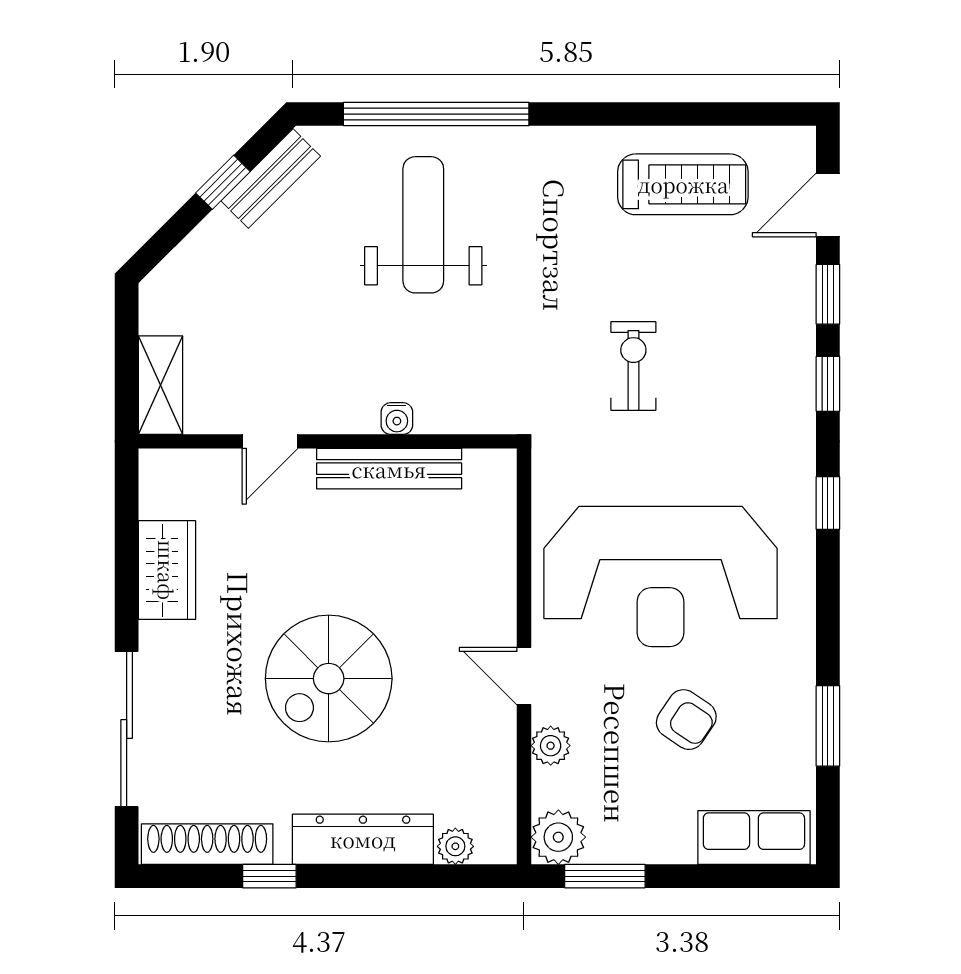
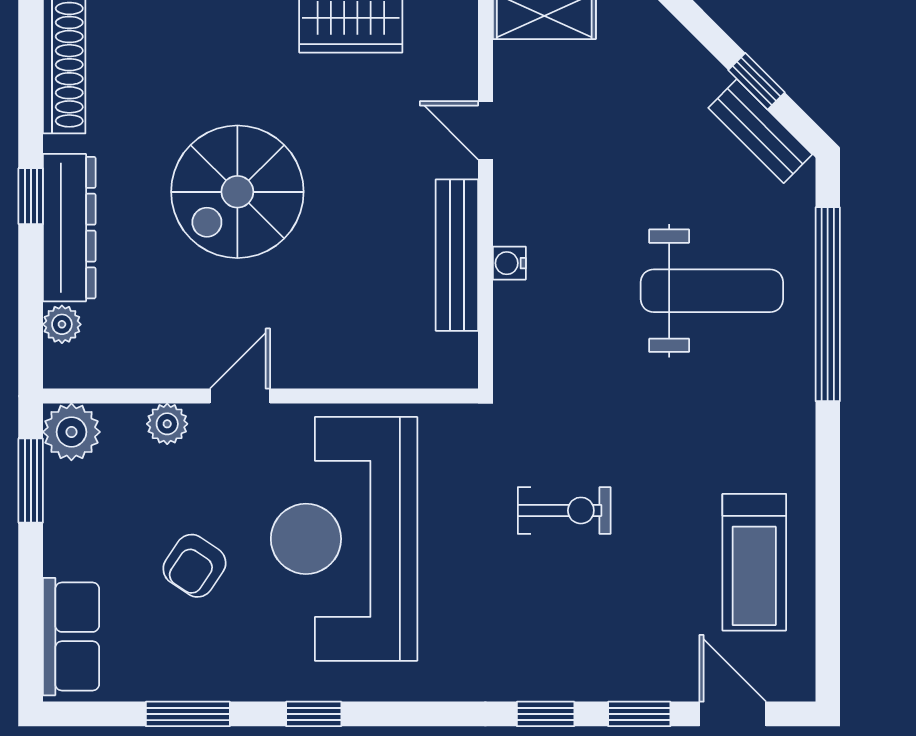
window: (828, 503) -> (314, 714), moved
spiral stairs: (329, 679) -> (237, 192), turned -90
window: (269, 876) -> (31, 196), moved

